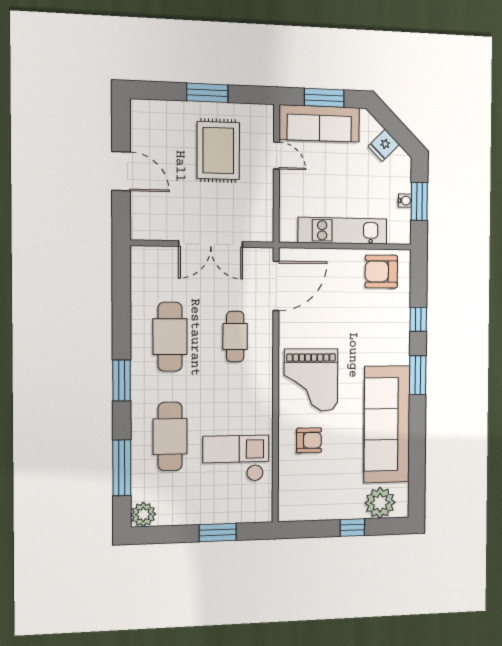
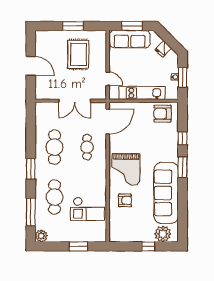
door: (277, 156) -> (108, 79), moved
checkout: (236, 459) -> (88, 209), turned 180

